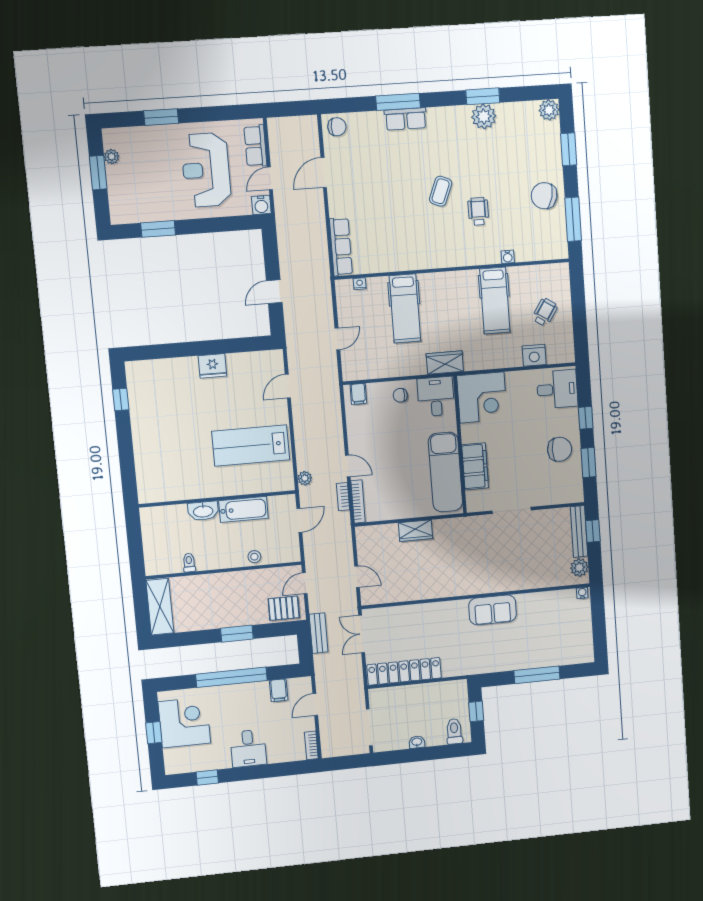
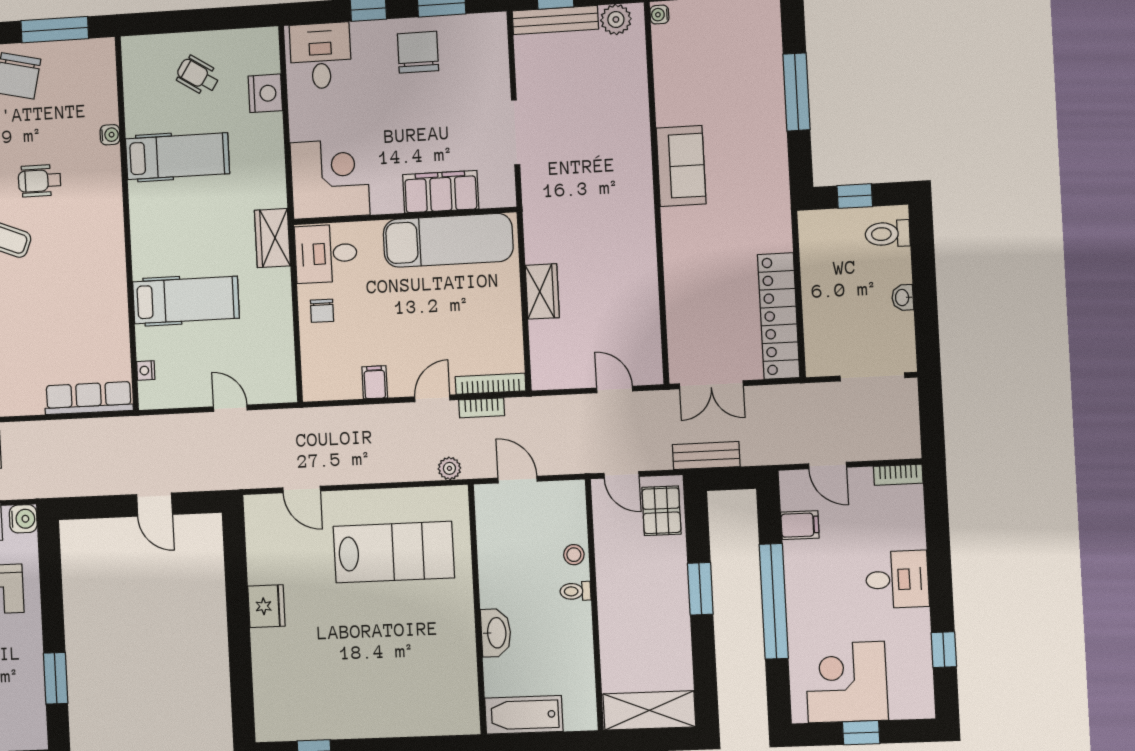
filing cabinet: (358, 394) -> (375, 382), moved, turned -90
lab bench: (251, 446) -> (394, 552), turned -90
bathtub: (243, 509) -> (524, 715), moved, turned -90
toilet: (189, 563) -> (575, 591), moved
door: (357, 577) -> (615, 389), hinge flipped

